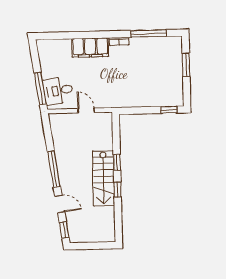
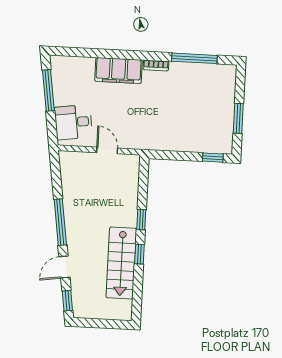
window: (186, 65) -> (238, 118), moved
window: (40, 89) -> (48, 90), moved
stairs: (103, 178) -> (121, 263), moved
door: (60, 204) -> (64, 267), swing flipped

